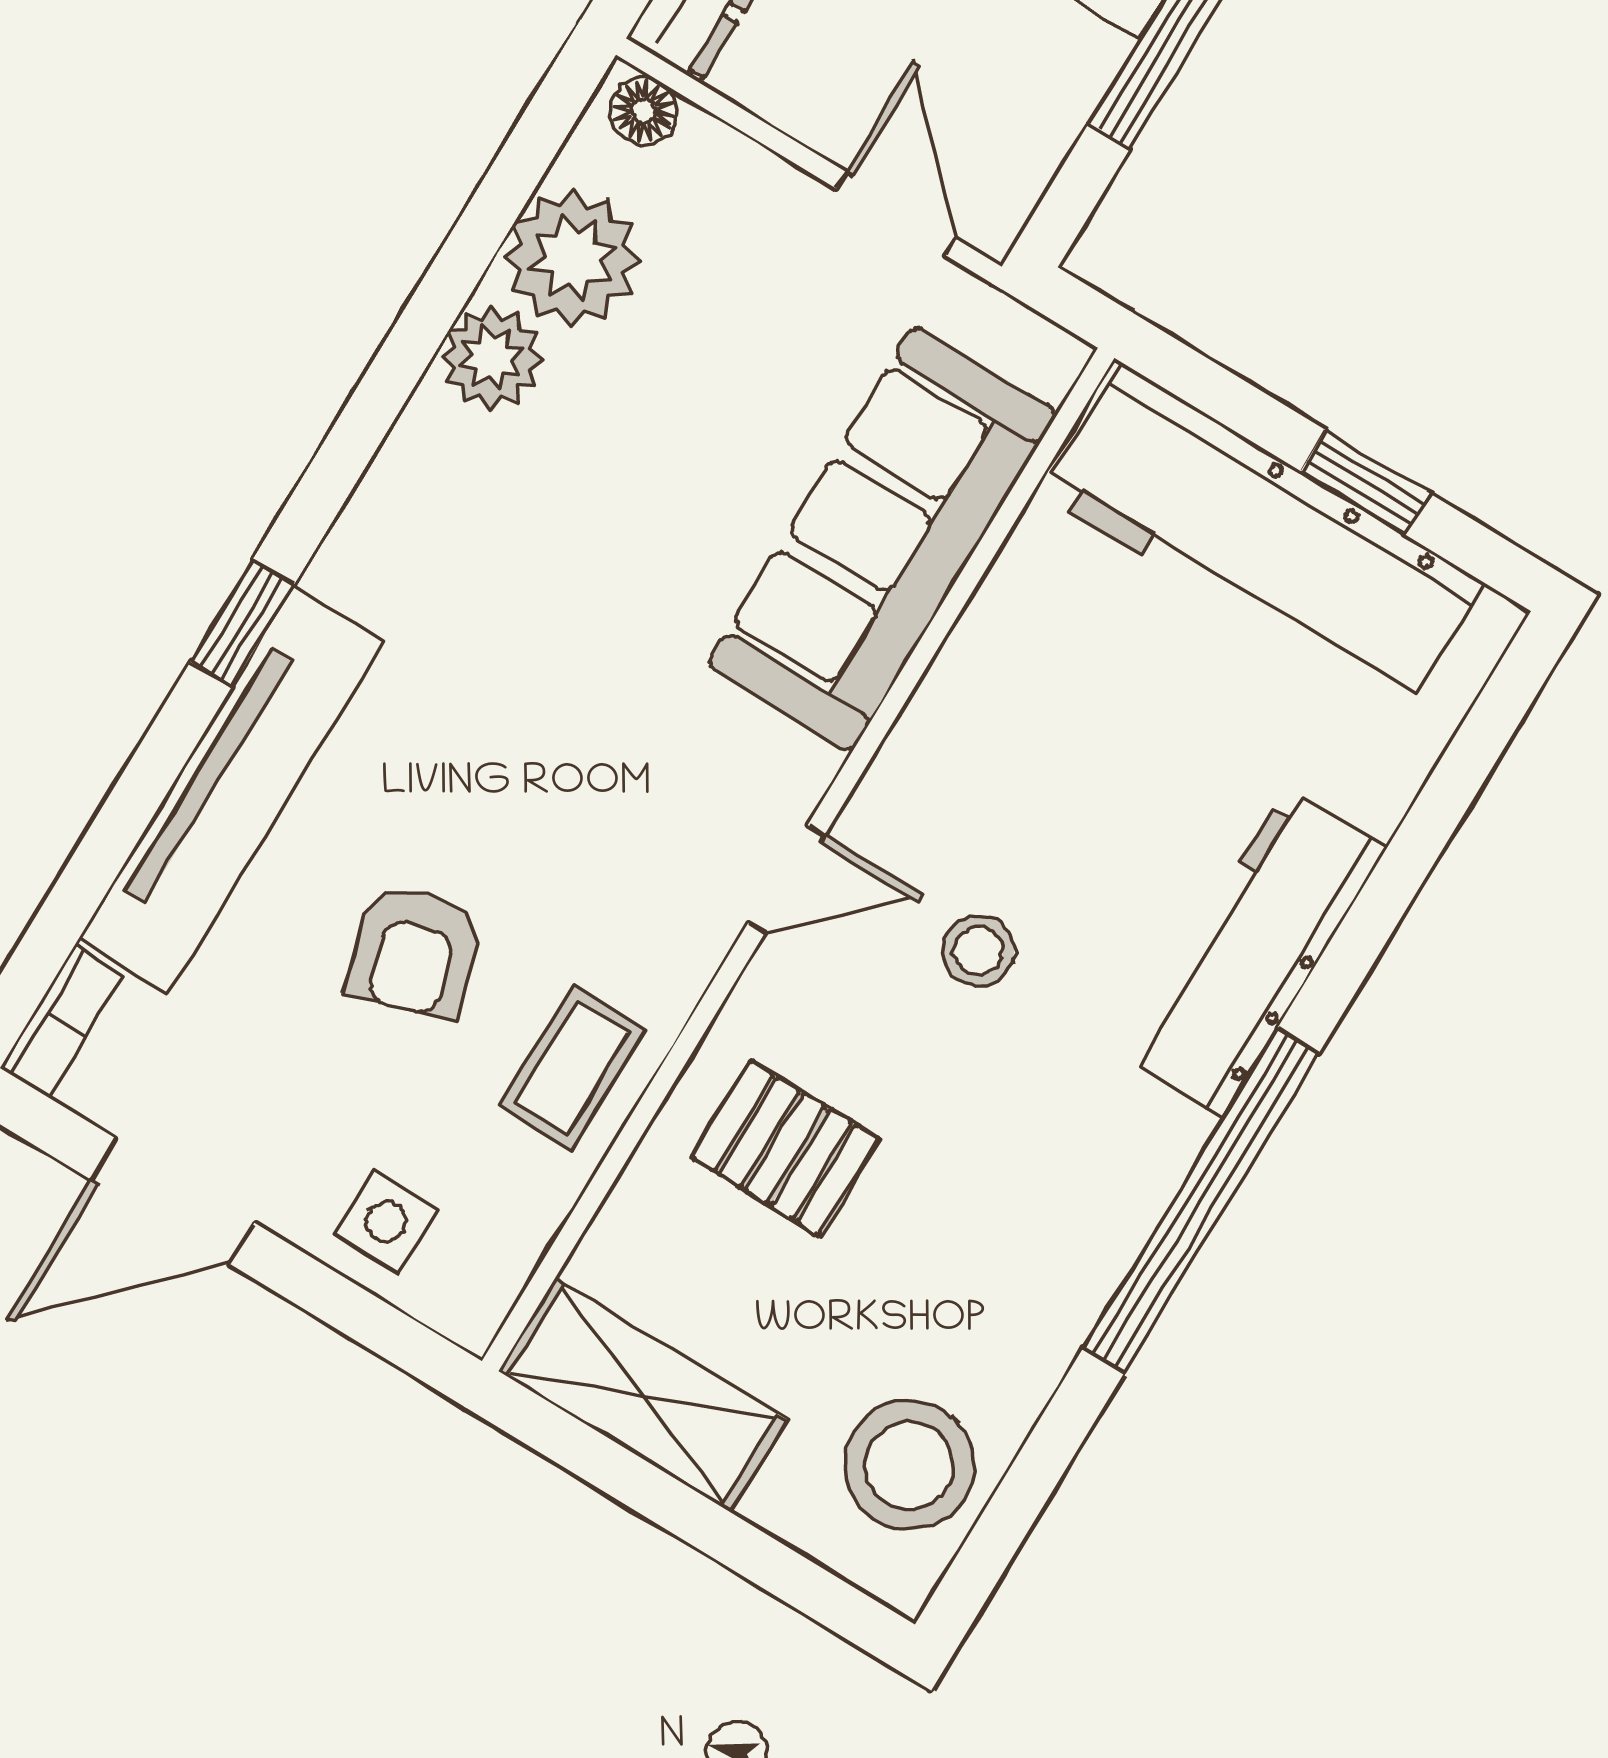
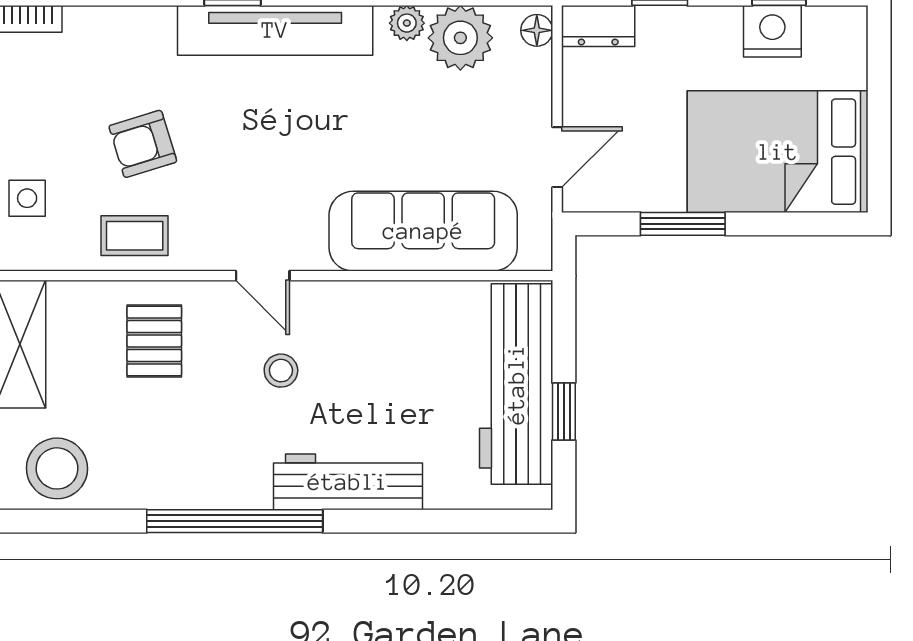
plant: (491, 358) -> (407, 23), width x0.73, depth x0.73
tv unit: (231, 790) -> (275, 30), moved

